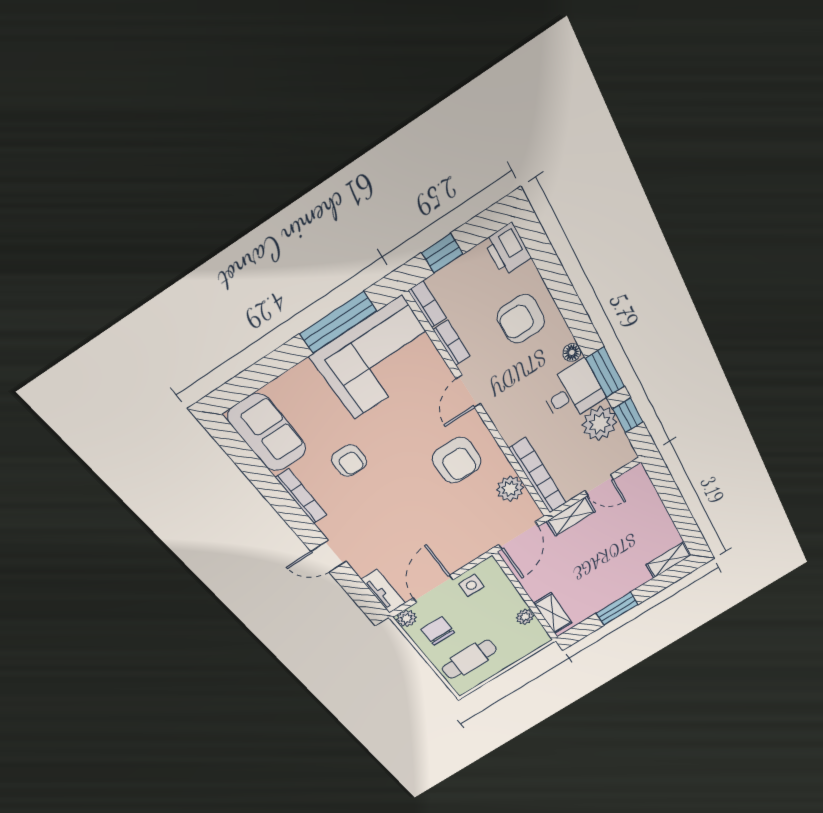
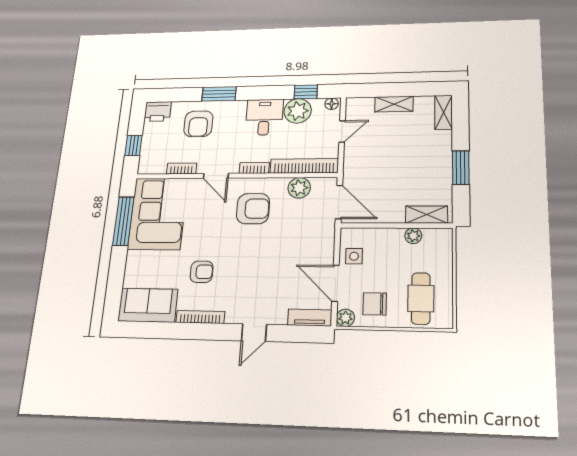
bookcase: (427, 304) -> (254, 168), moved
floor lamp: (572, 352) -> (332, 104), moved
window: (605, 372) -> (219, 94), moved
shelving: (571, 516) -> (394, 104), moved, turned 90

